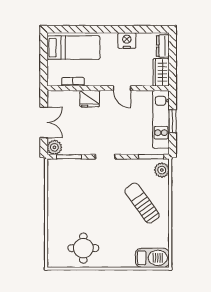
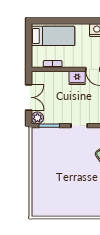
fridge: (90, 99) -> (77, 78), moved
round table: (83, 248) -> (61, 201), removed

